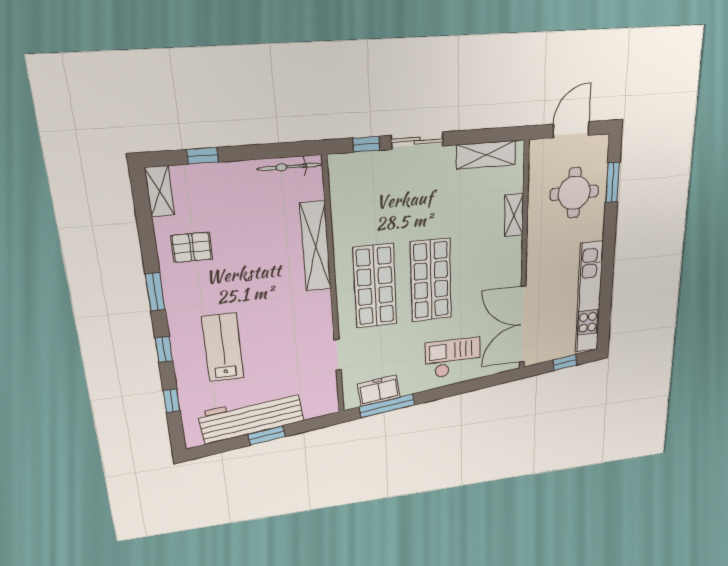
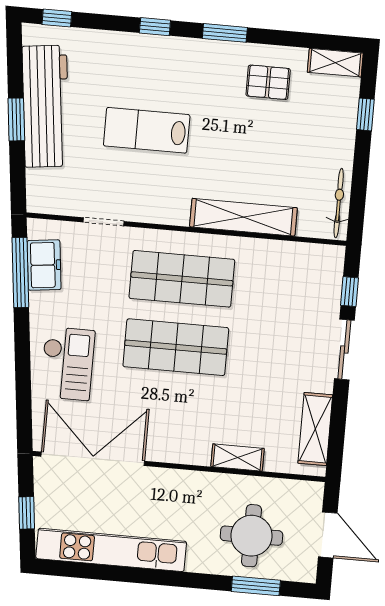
pallet: (192, 247) -> (268, 82), turned 90
lab bench: (223, 347) -> (147, 130), moved, turned 180
window: (172, 401) -> (57, 18), moved

